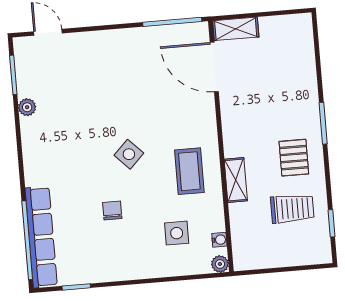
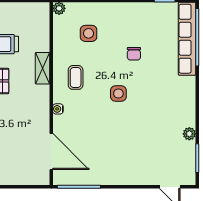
shelving: (236, 29) -> (33, 178), removed
side table: (129, 154) -> (118, 94), turned 45
coffee table: (189, 171) -> (76, 77), width x0.73, depth x0.77
water cooler: (219, 240) -> (58, 109), moved

